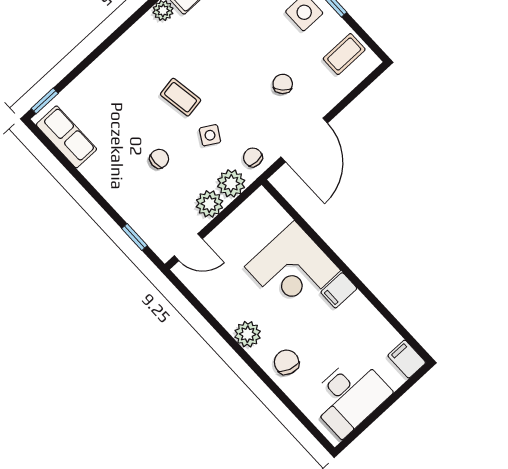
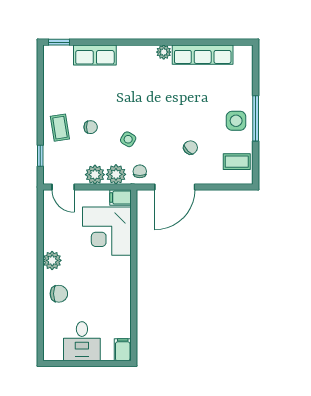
coffee table: (181, 97) -> (60, 128), moved
row of seats: (66, 137) -> (95, 55), moved, turned 90
corner desk: (293, 269) -> (107, 231), moved
filing cabinet: (339, 290) -> (121, 198), moved
chair: (287, 362) -> (59, 294), turned 72
desk: (349, 396) -> (82, 341), width x0.73

